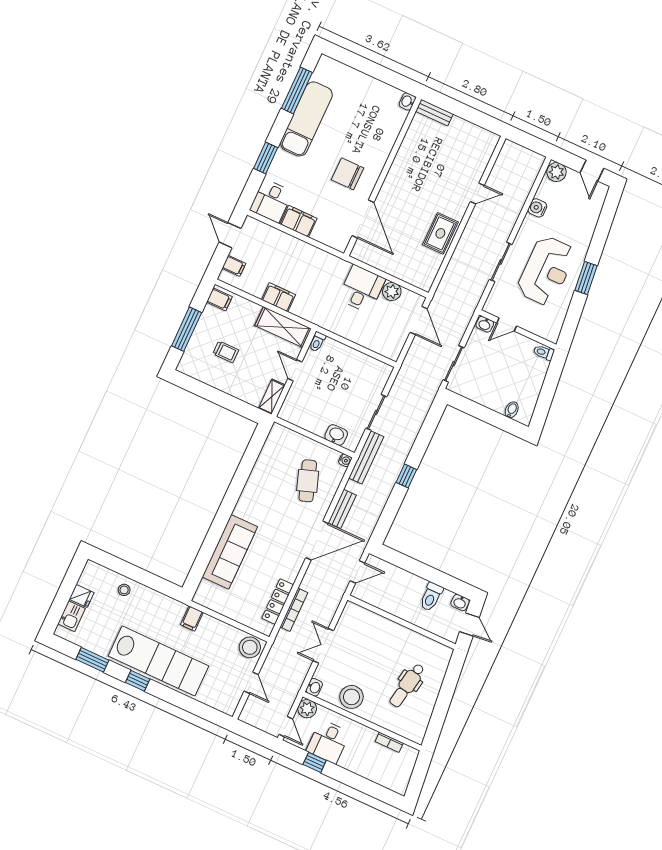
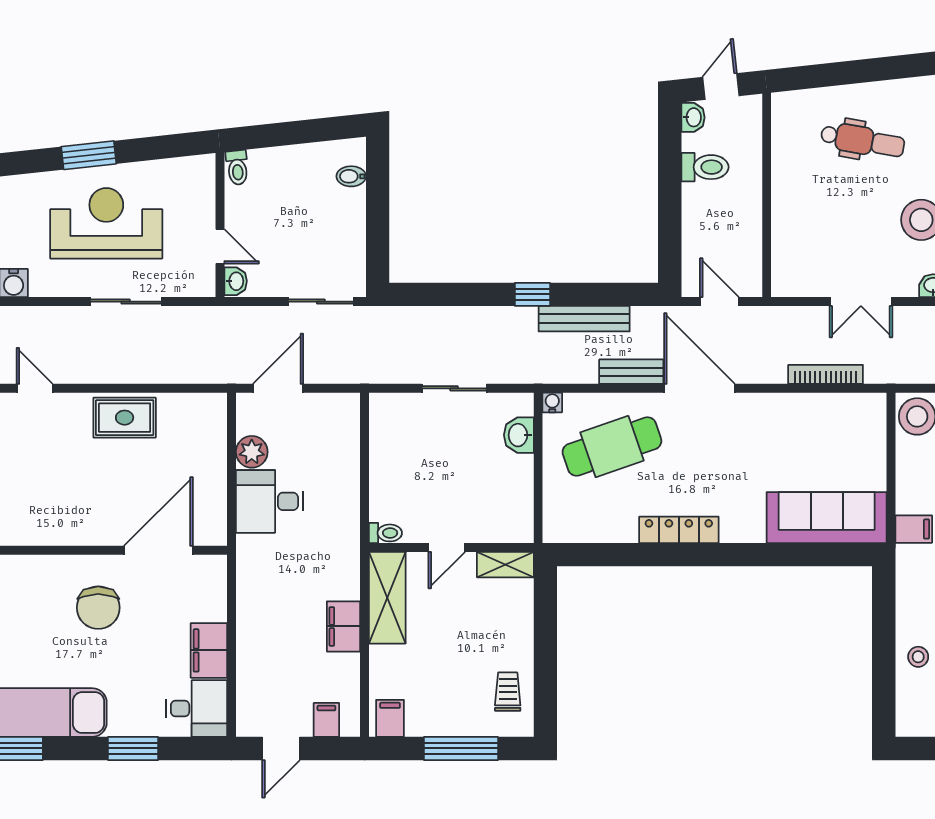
trolley: (226, 352) -> (508, 692), moved
bench: (366, 457) -> (584, 319), moved
cafe table: (308, 481) -> (612, 447), width x1.37, depth x1.35
sofa: (230, 552) -> (827, 518), moved
locker: (278, 602) -> (679, 530), moved, turned 180

